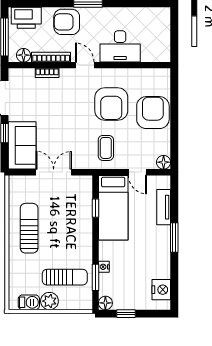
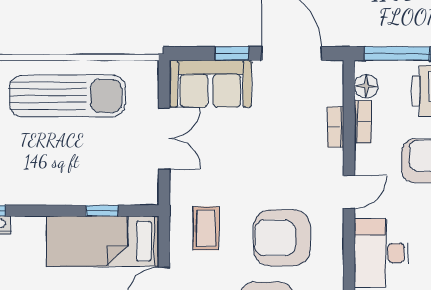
bookcase: (51, 57) -> (363, 122), width x0.64
coffee table: (106, 148) -> (206, 228), turned 90
sun lounger: (29, 228) -> (67, 96), width x1.36, depth x1.34

